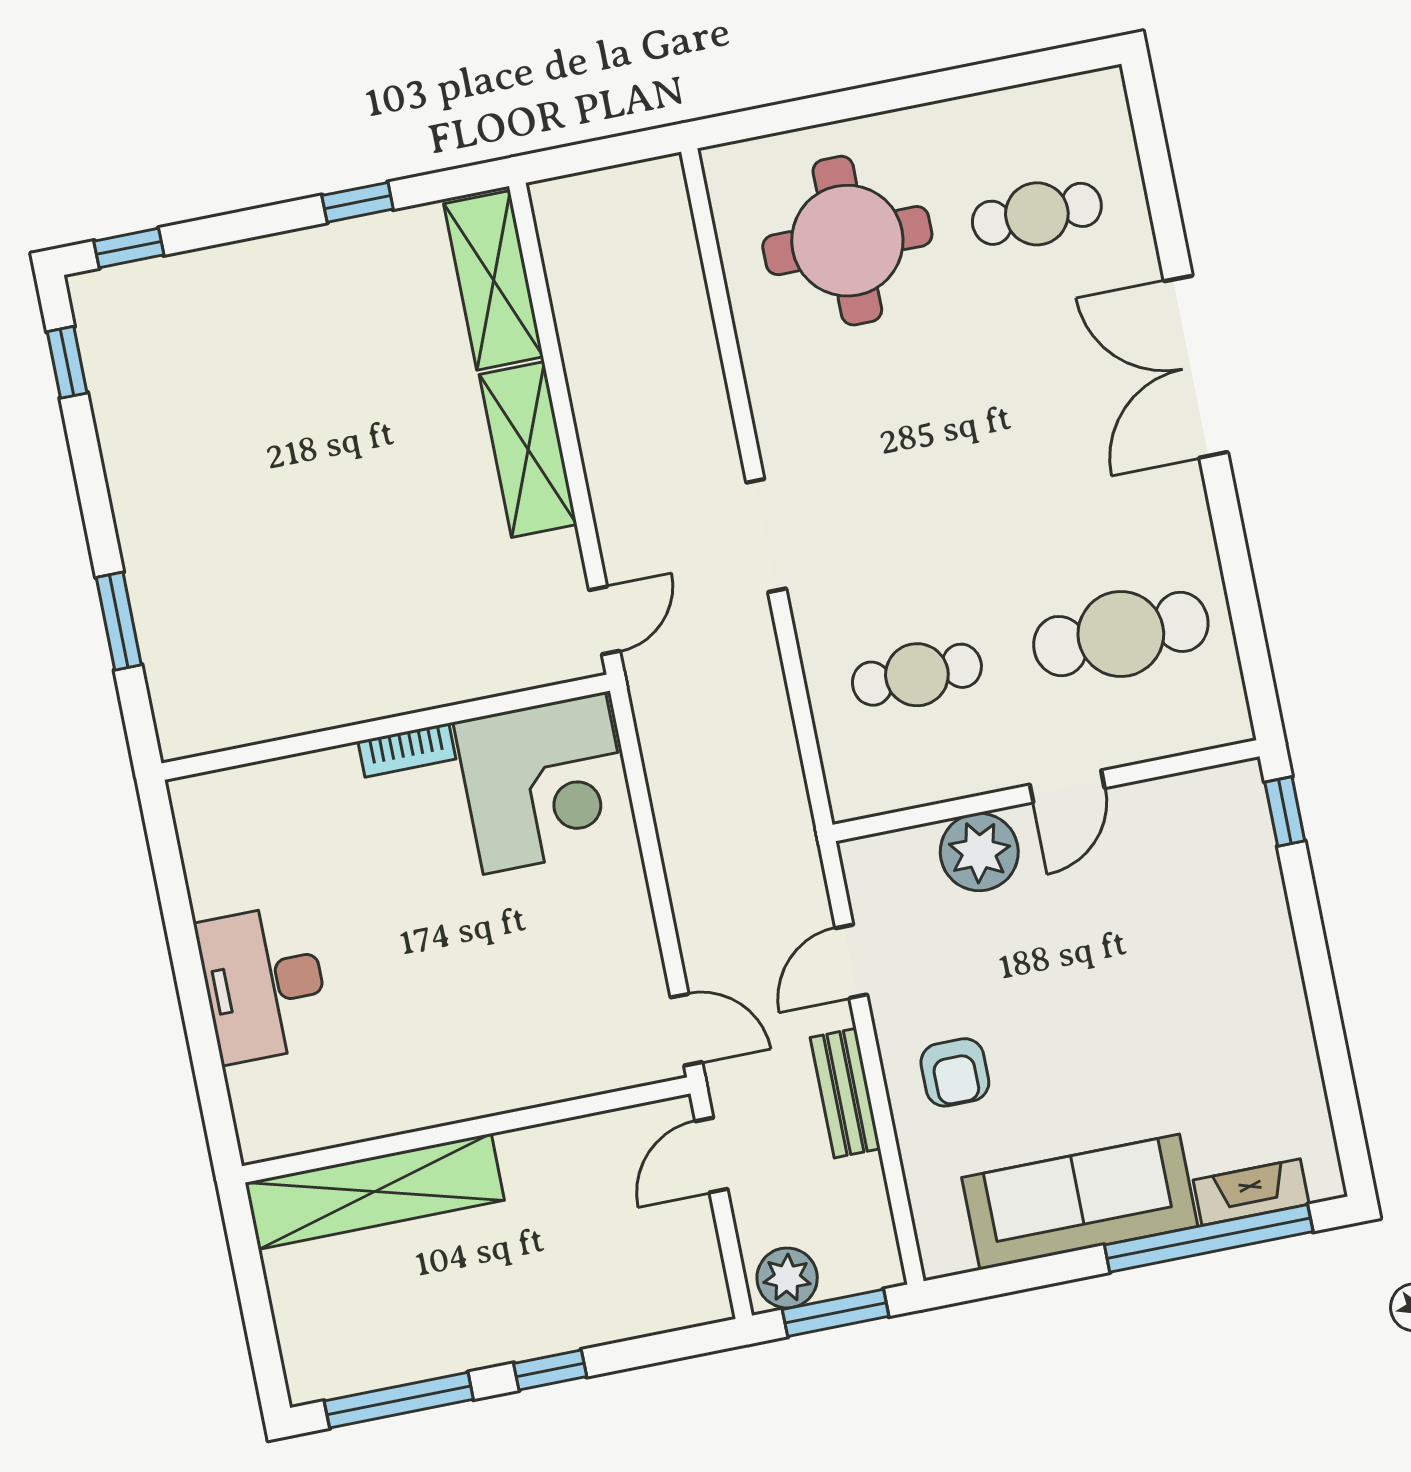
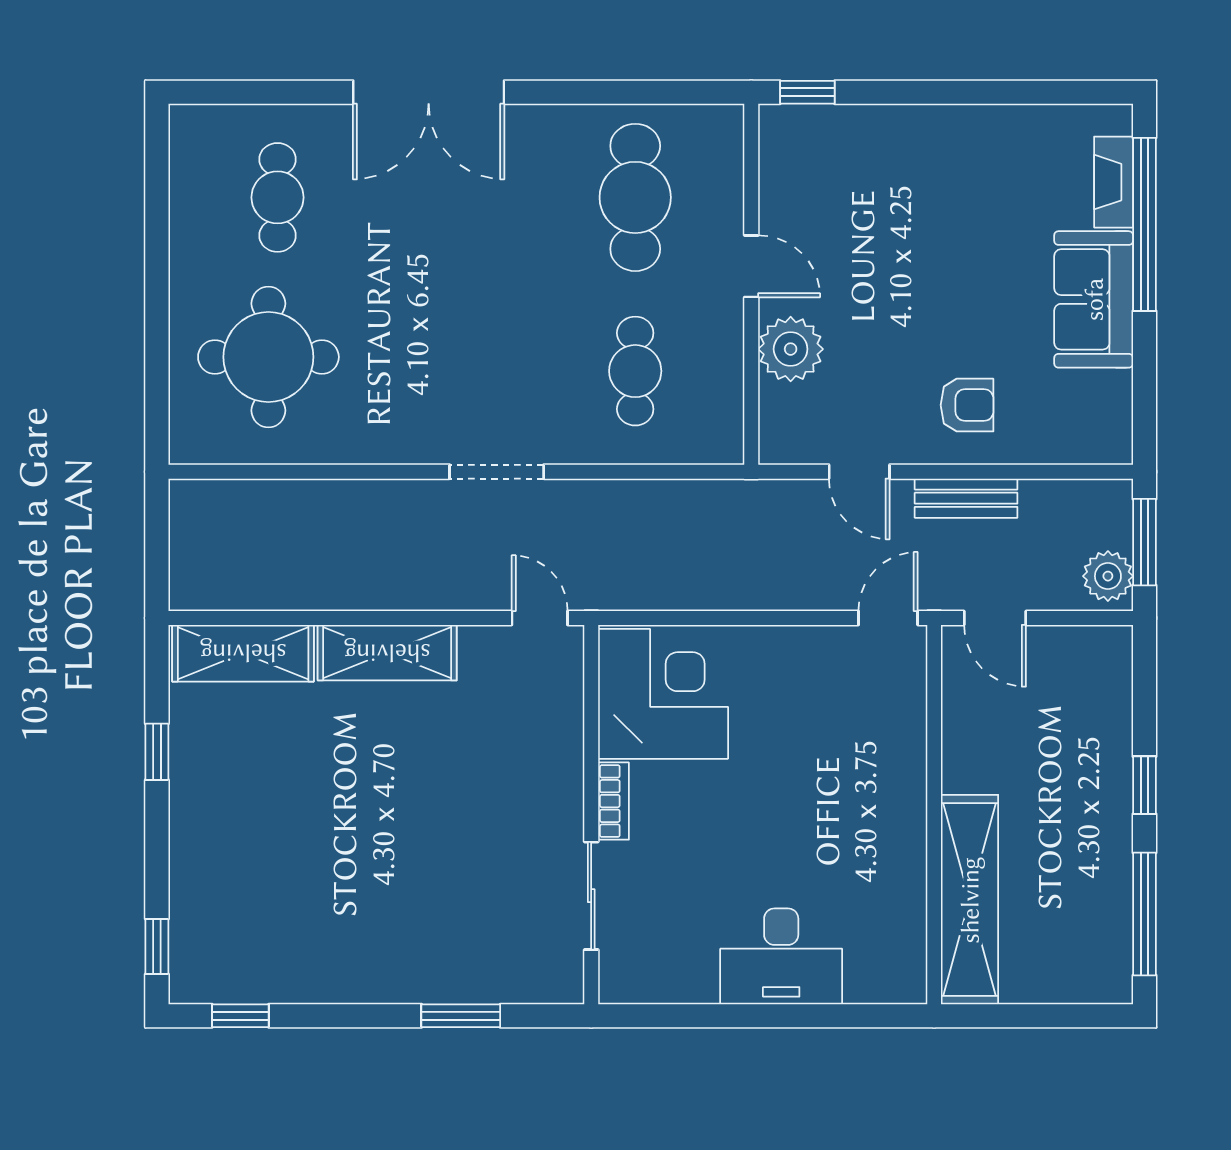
sliding door: (290, 746) -> (591, 896), added
sofa: (1080, 1202) -> (1094, 299), width x0.73

